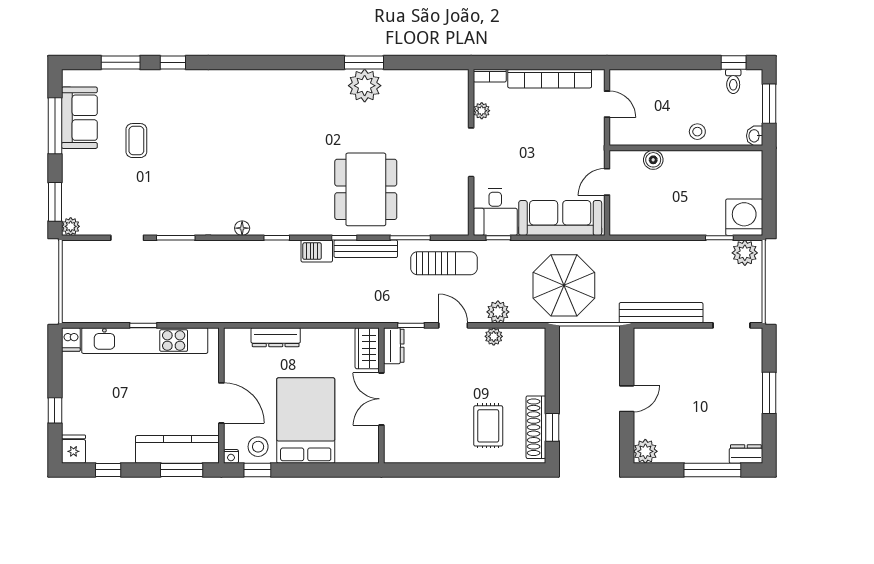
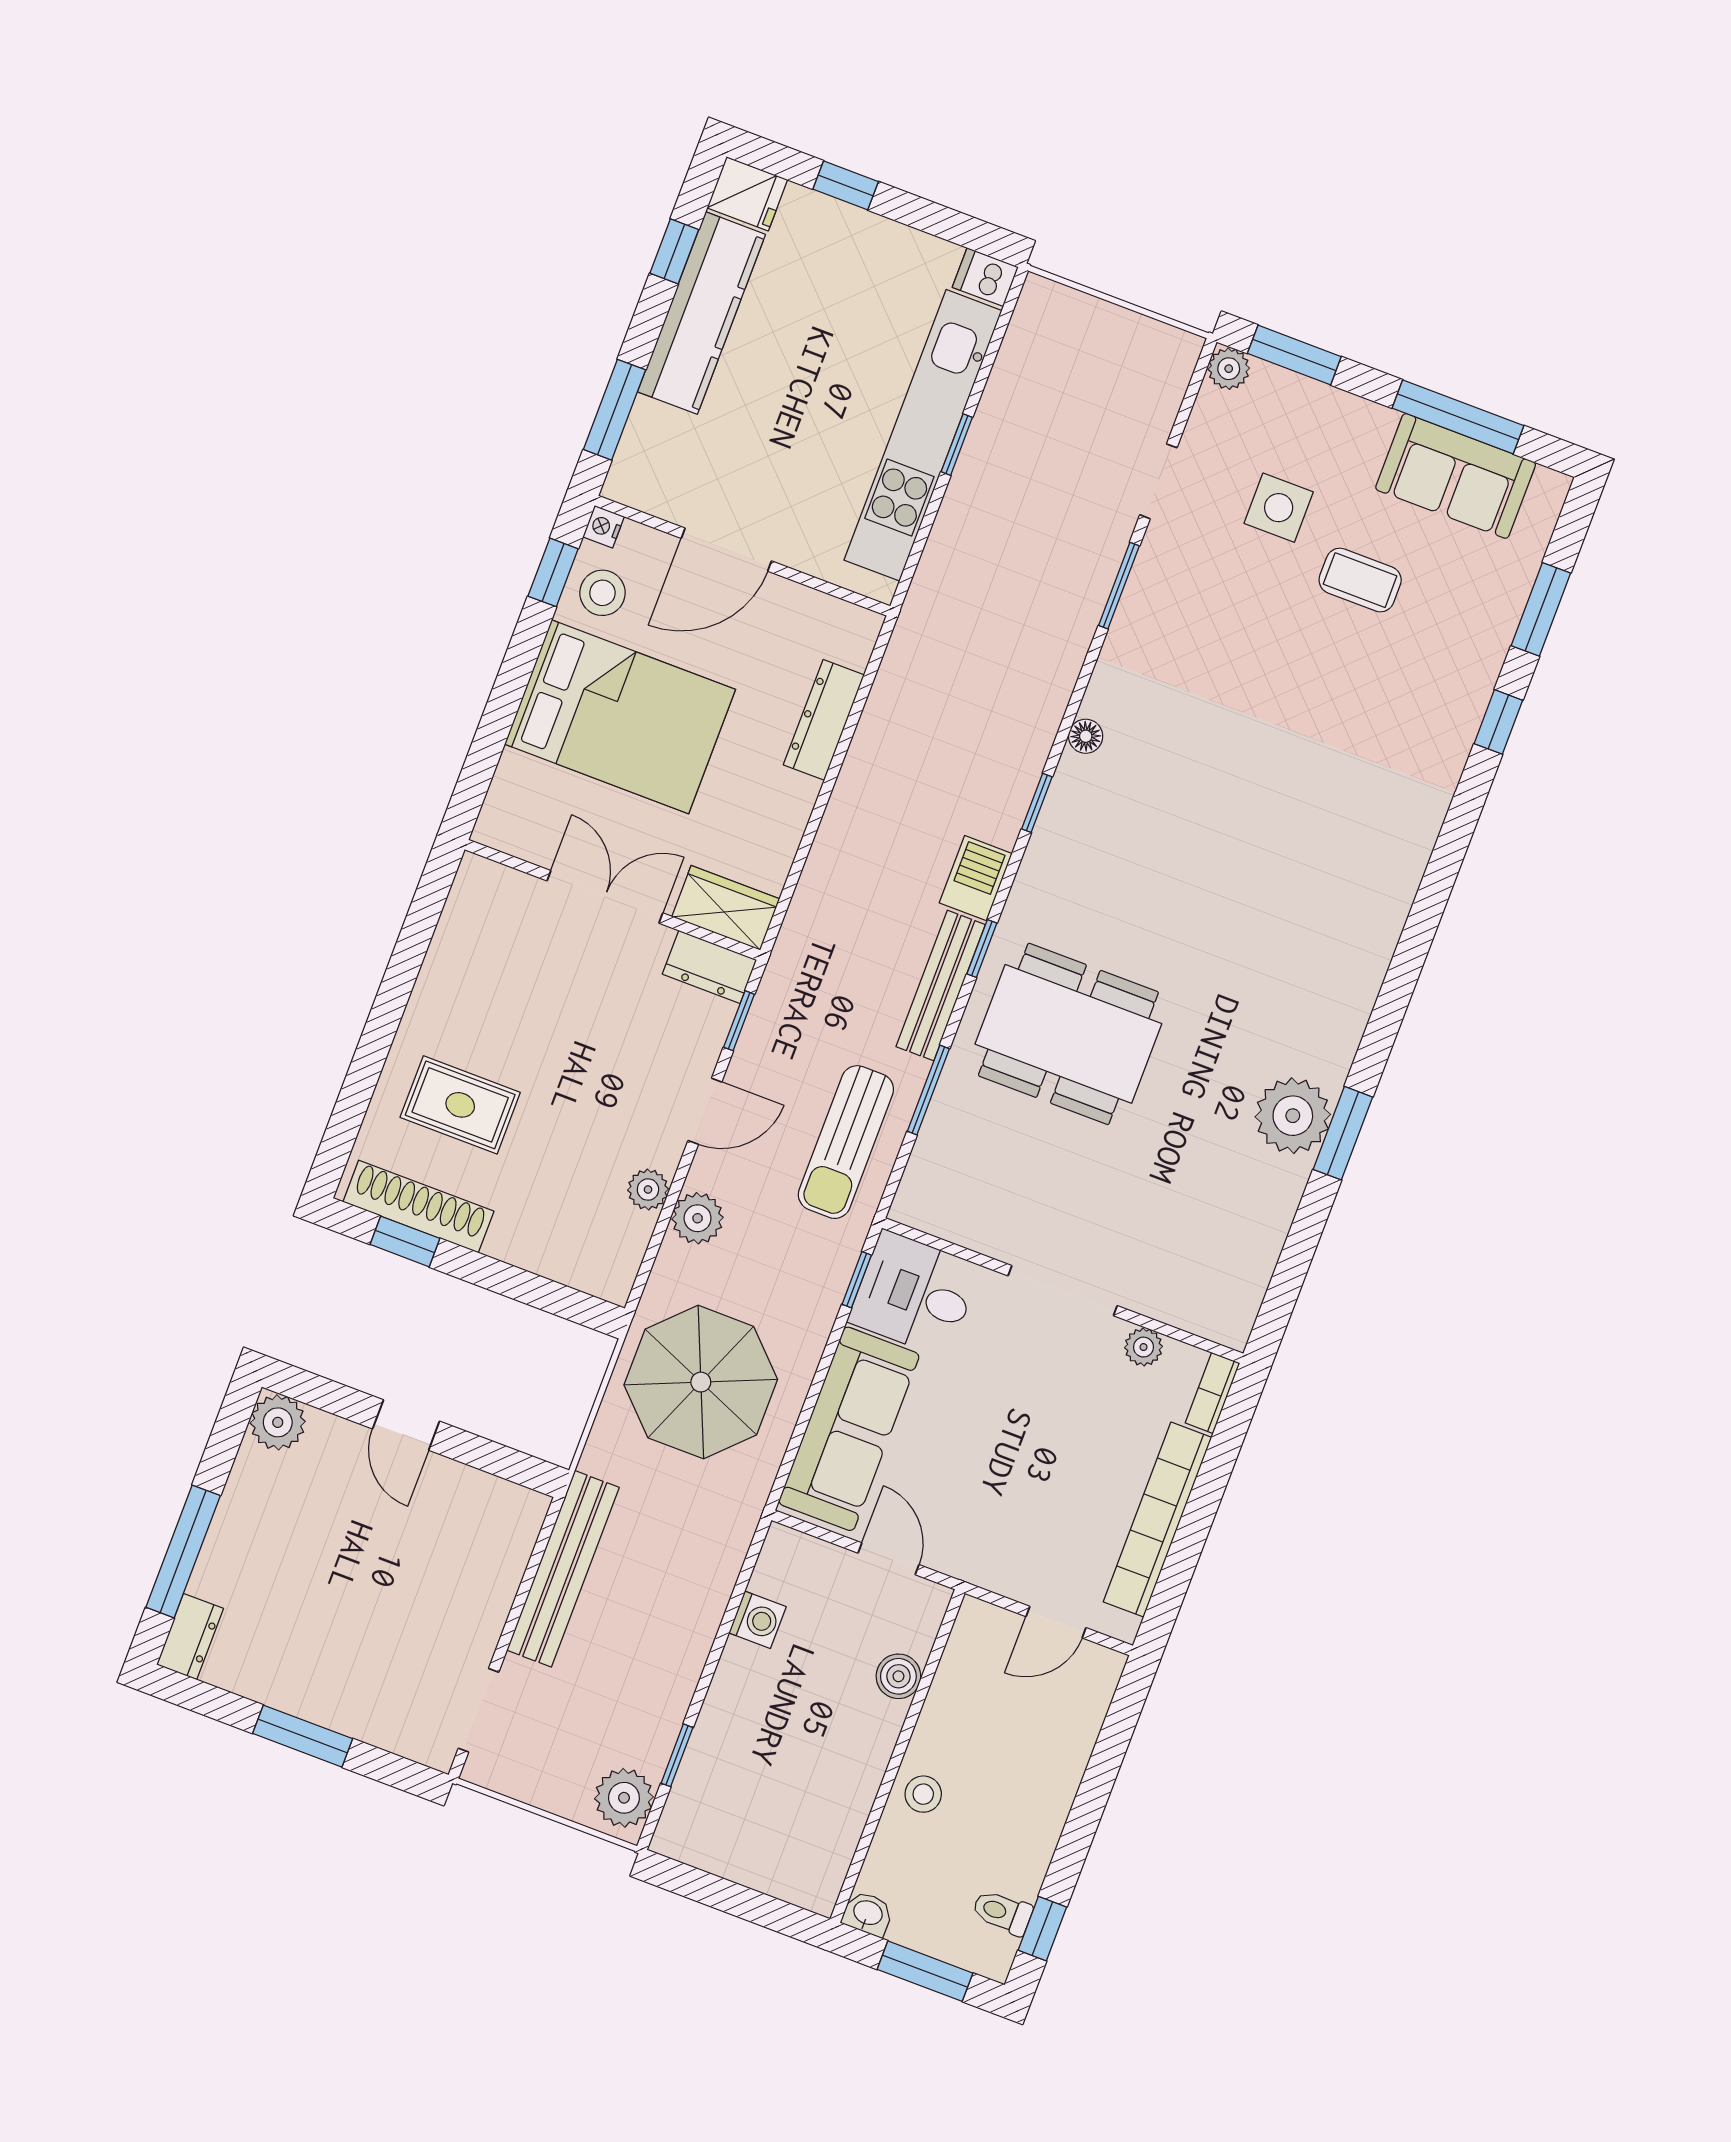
side table: (119, 185) -> (1279, 508), added
washing machine: (744, 217) -> (757, 1620), moved, width x0.53, depth x0.53
kitchen counter: (177, 449) -> (702, 313), moved

